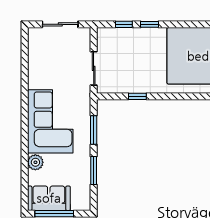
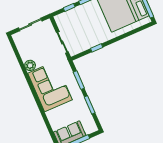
plant: (35, 162) -> (30, 65), moved

